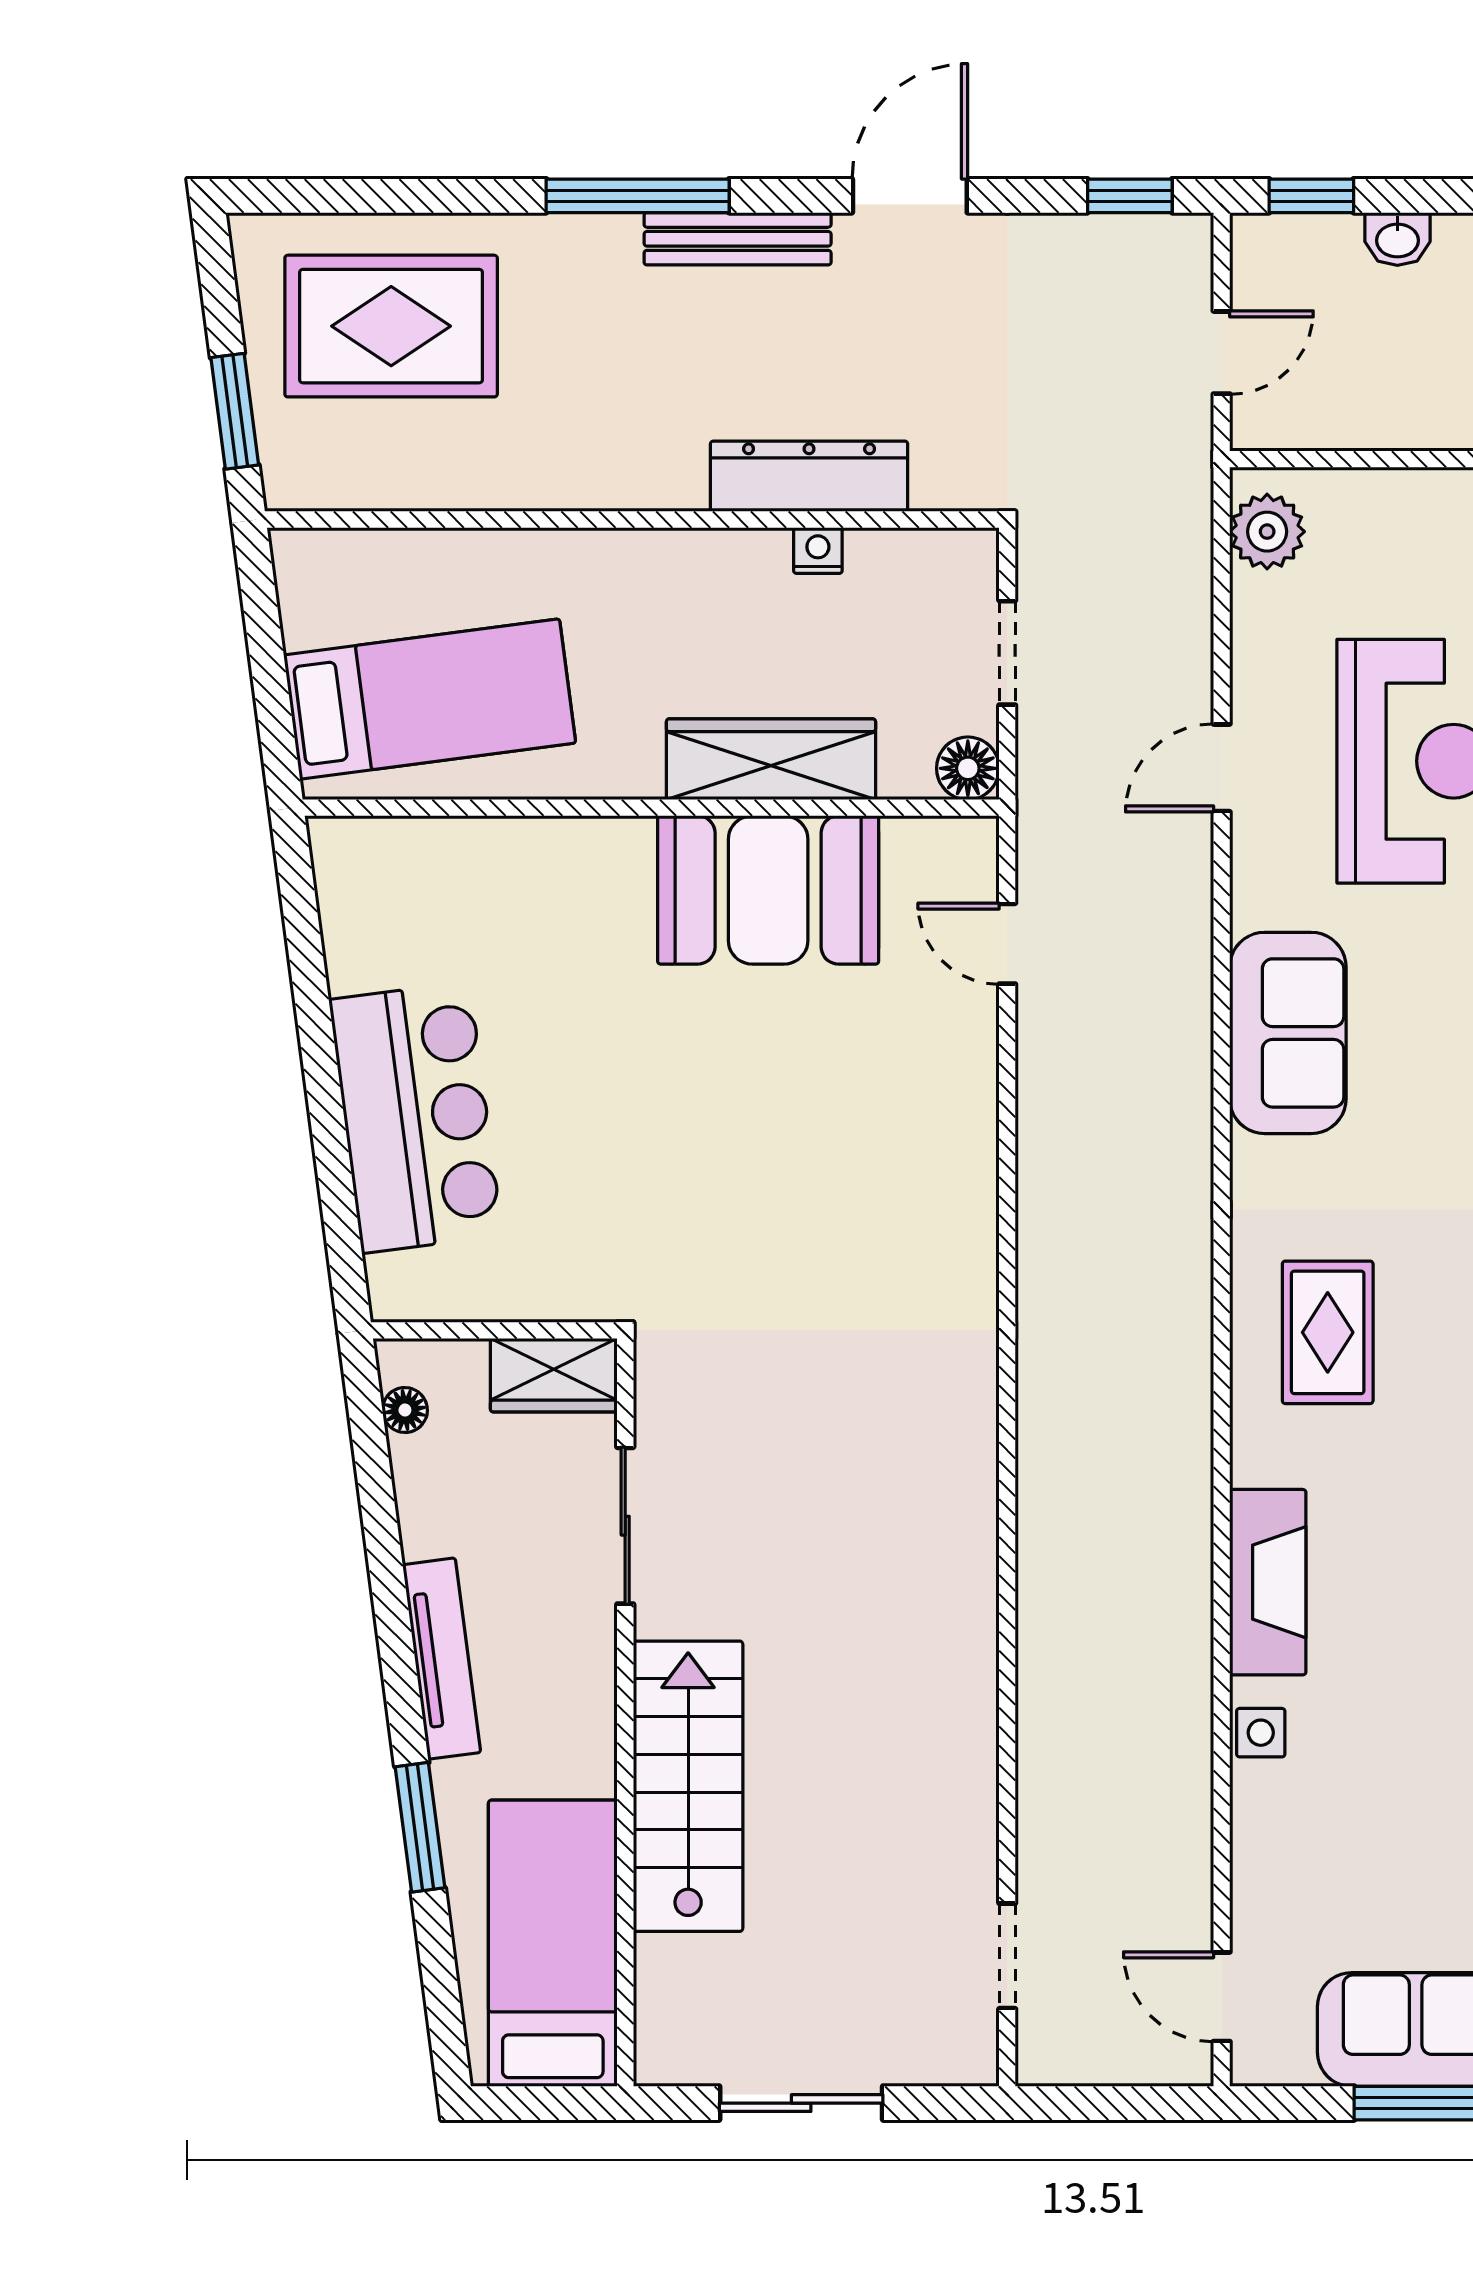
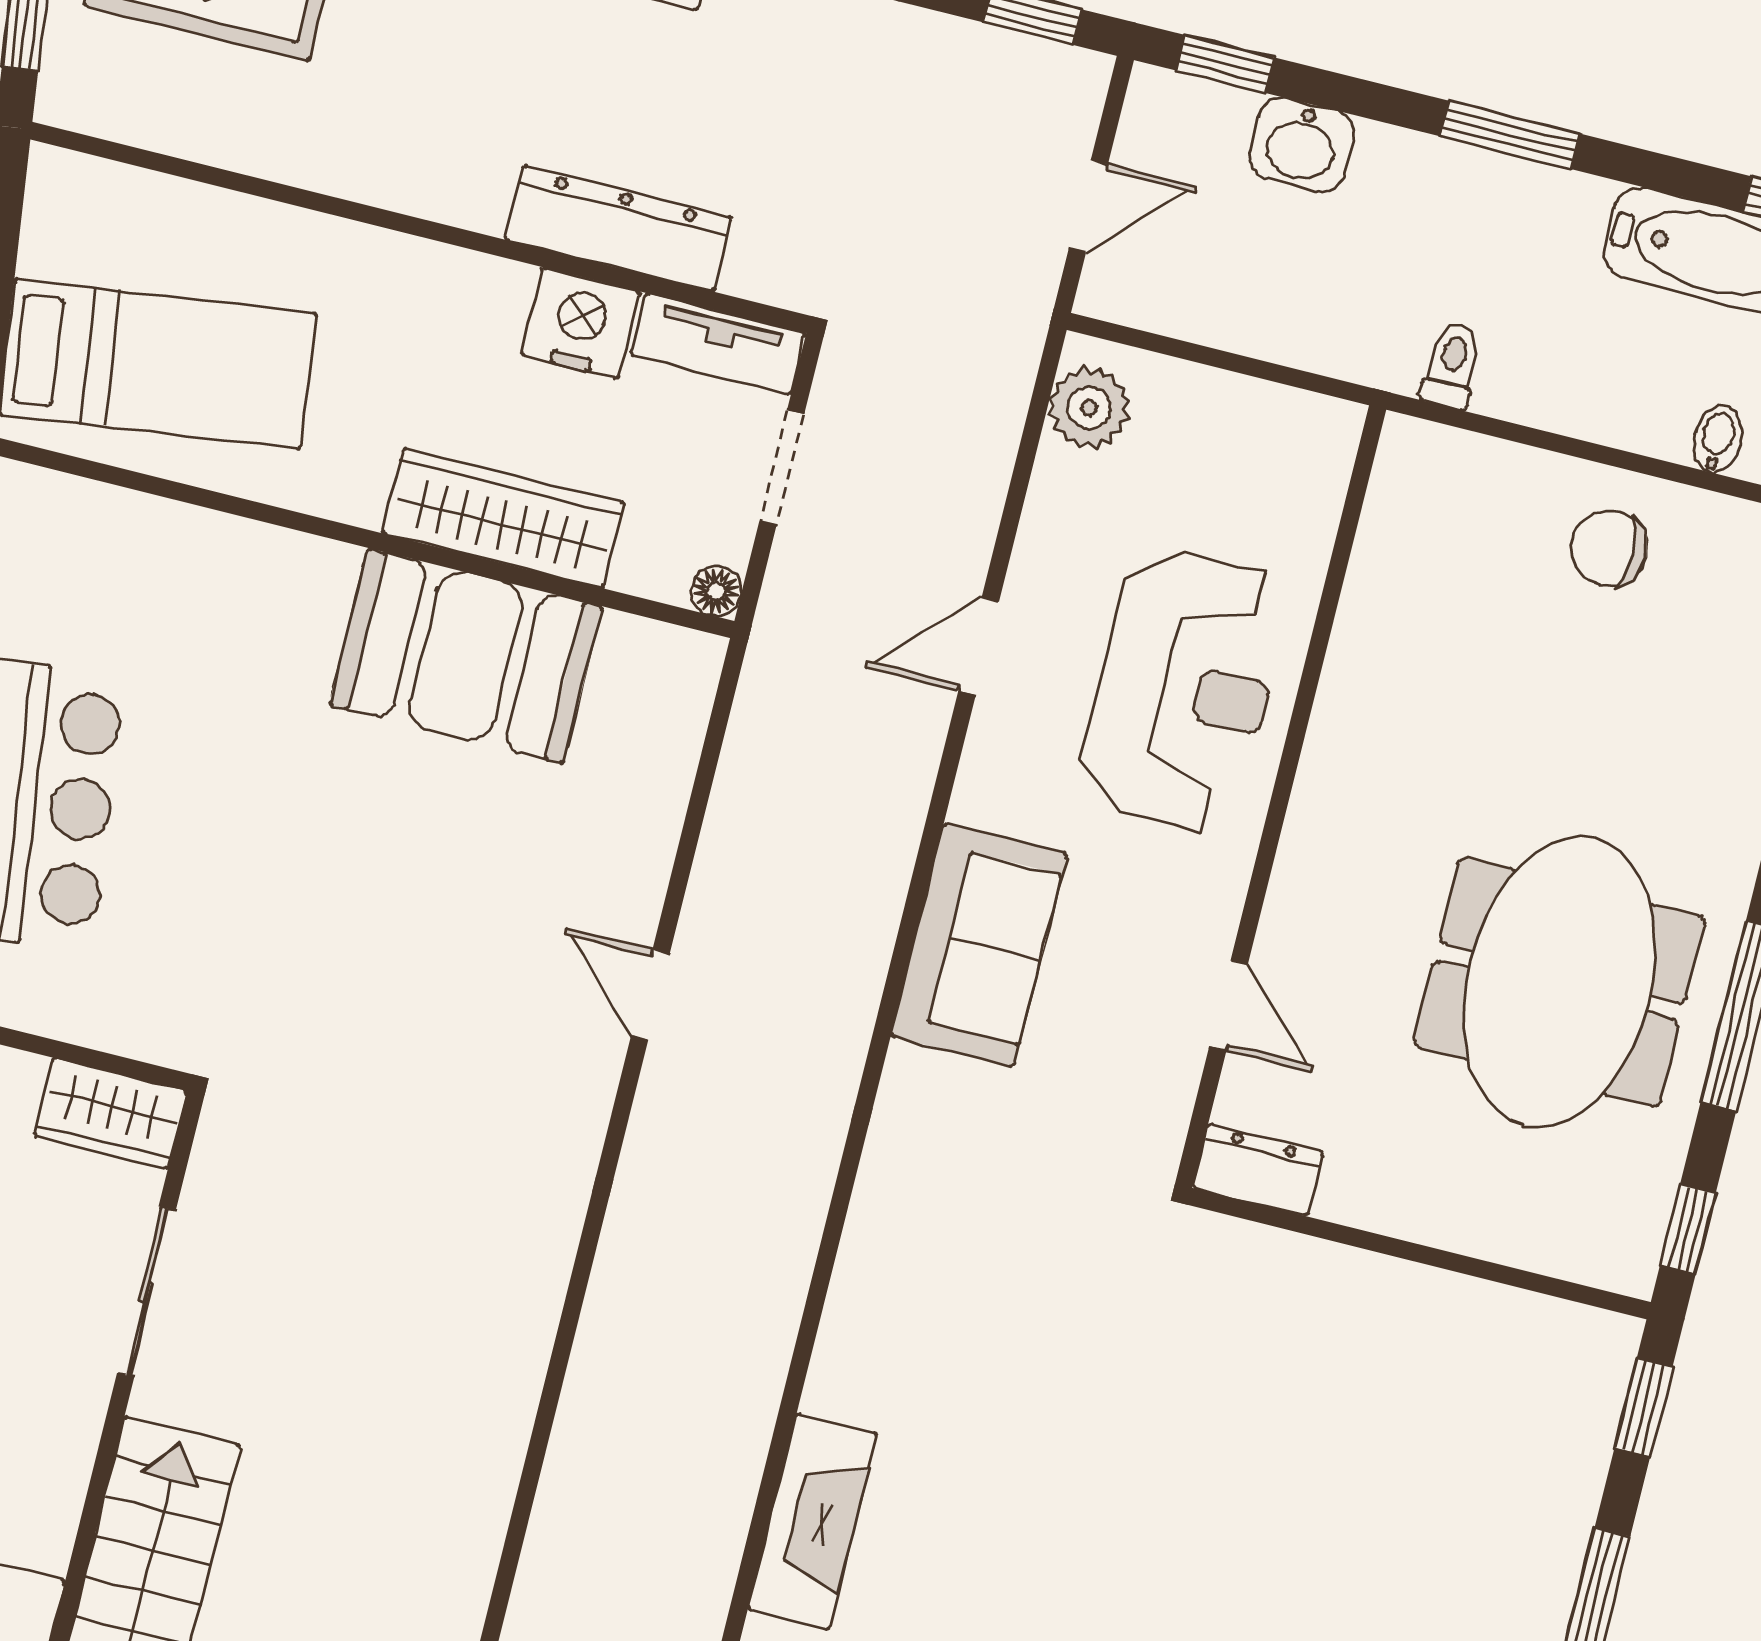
washbasin: (1397, 239) -> (1302, 145), width x1.38, depth x1.45
nightstand: (818, 551) -> (580, 323), width x1.89, depth x1.79
tv unit: (923, 556) -> (718, 344), added
floor lamp: (968, 768) -> (716, 591), width x0.73, depth x0.73
door: (1007, 944) -> (650, 995), moved
rug: (1328, 1332) -> (942, 1273), removed

